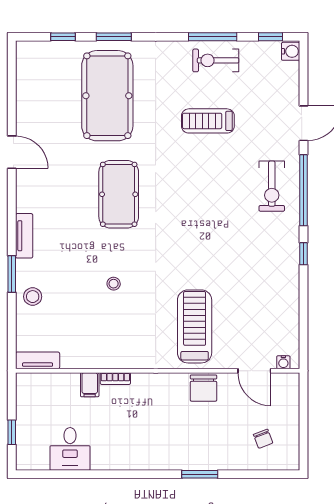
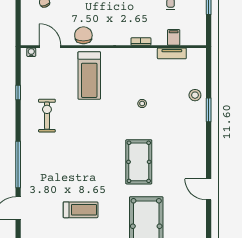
exercise bike: (272, 186) -> (47, 116), moved
tv unit: (24, 236) -> (201, 135), removed
window: (303, 254) -> (18, 93), moved
tv unit: (38, 360) -> (172, 53), moved
filing cabinet: (90, 385) -> (174, 37), moved

